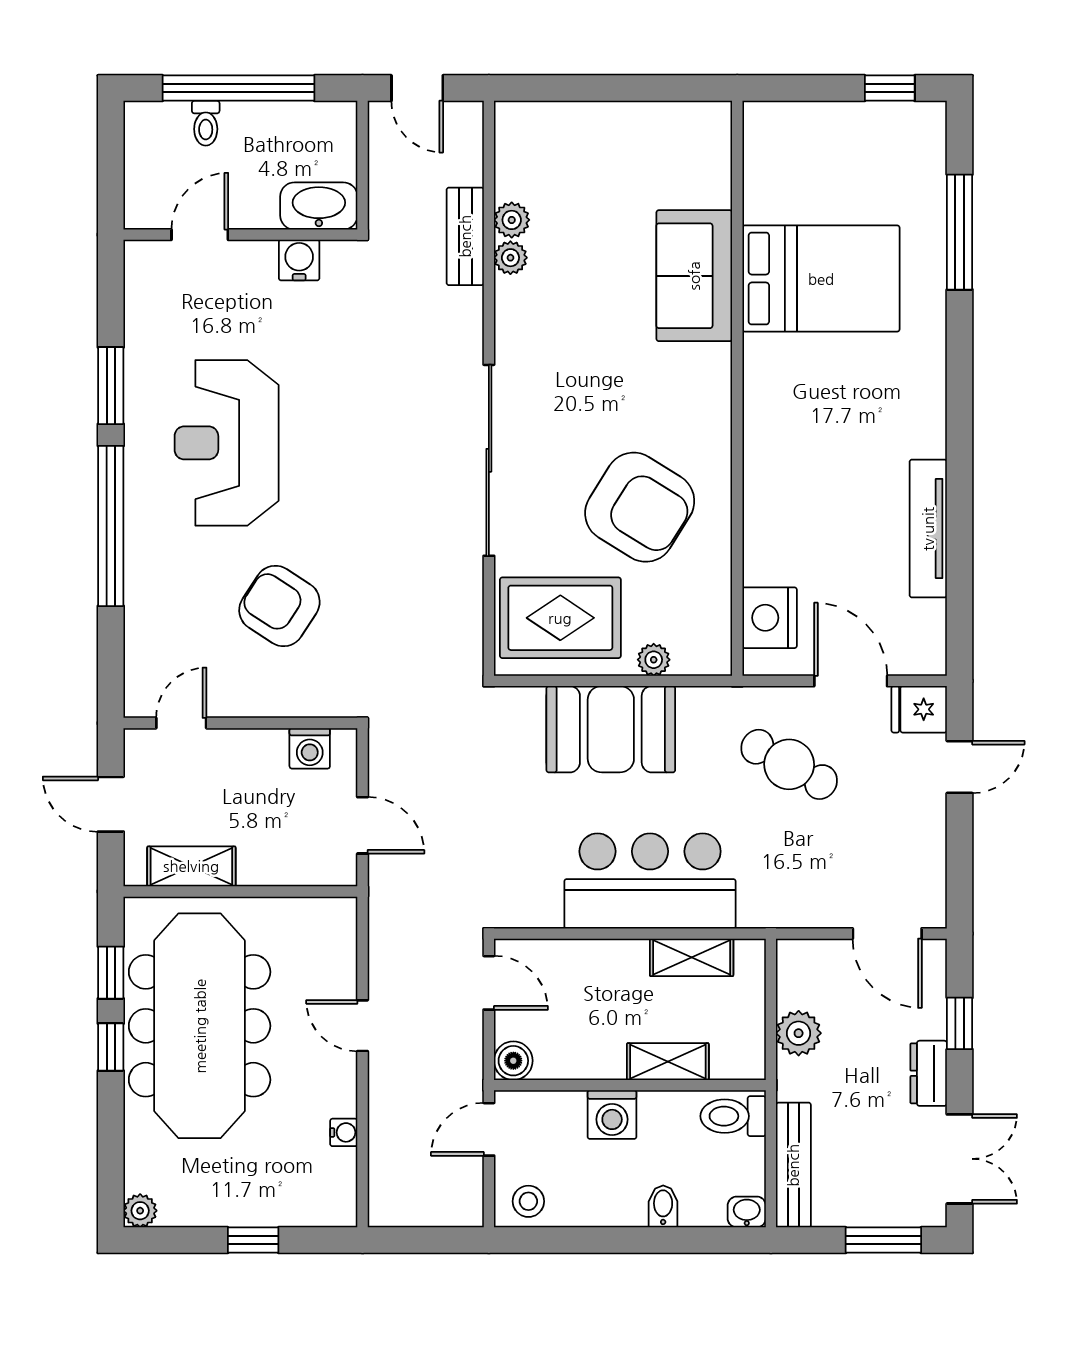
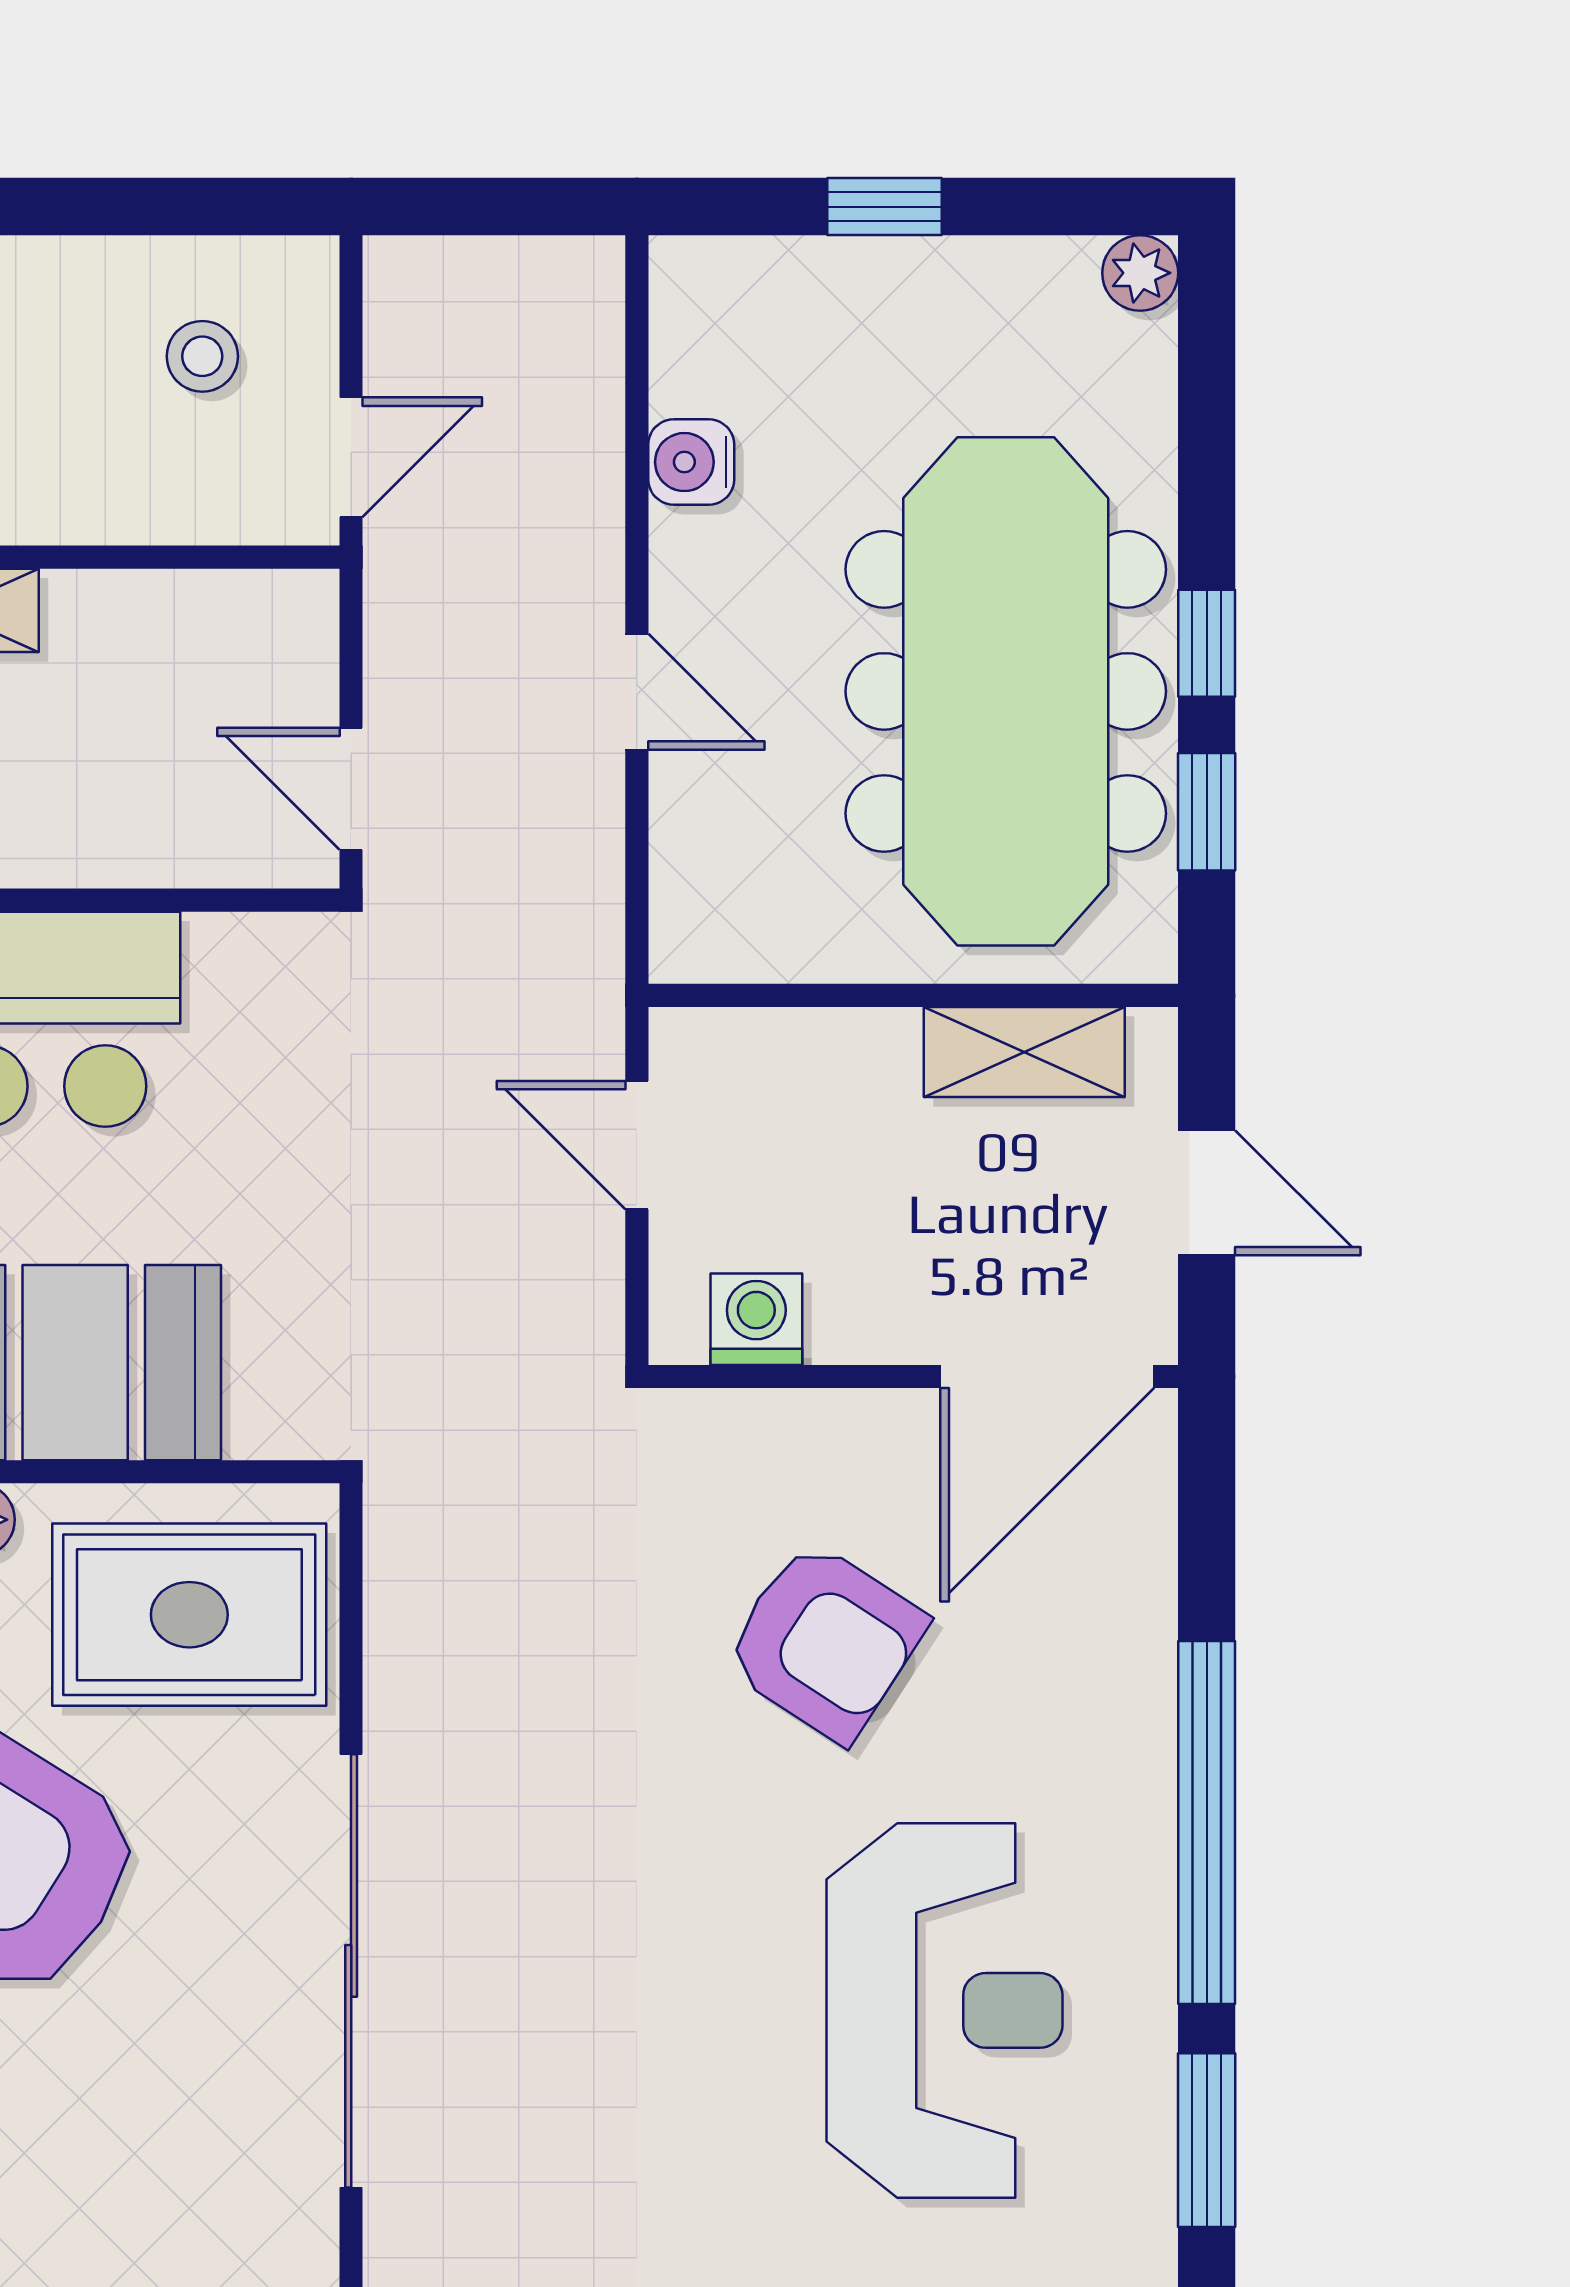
door: (181, 723) -> (1047, 1377), width x1.88
boiler: (513, 1061) -> (296, 612), removed
washing machine: (612, 1115) -> (72, 490), removed
water cooler: (344, 1132) -> (691, 462), width x1.38, depth x1.38
stool: (528, 1201) -> (202, 356), moved

